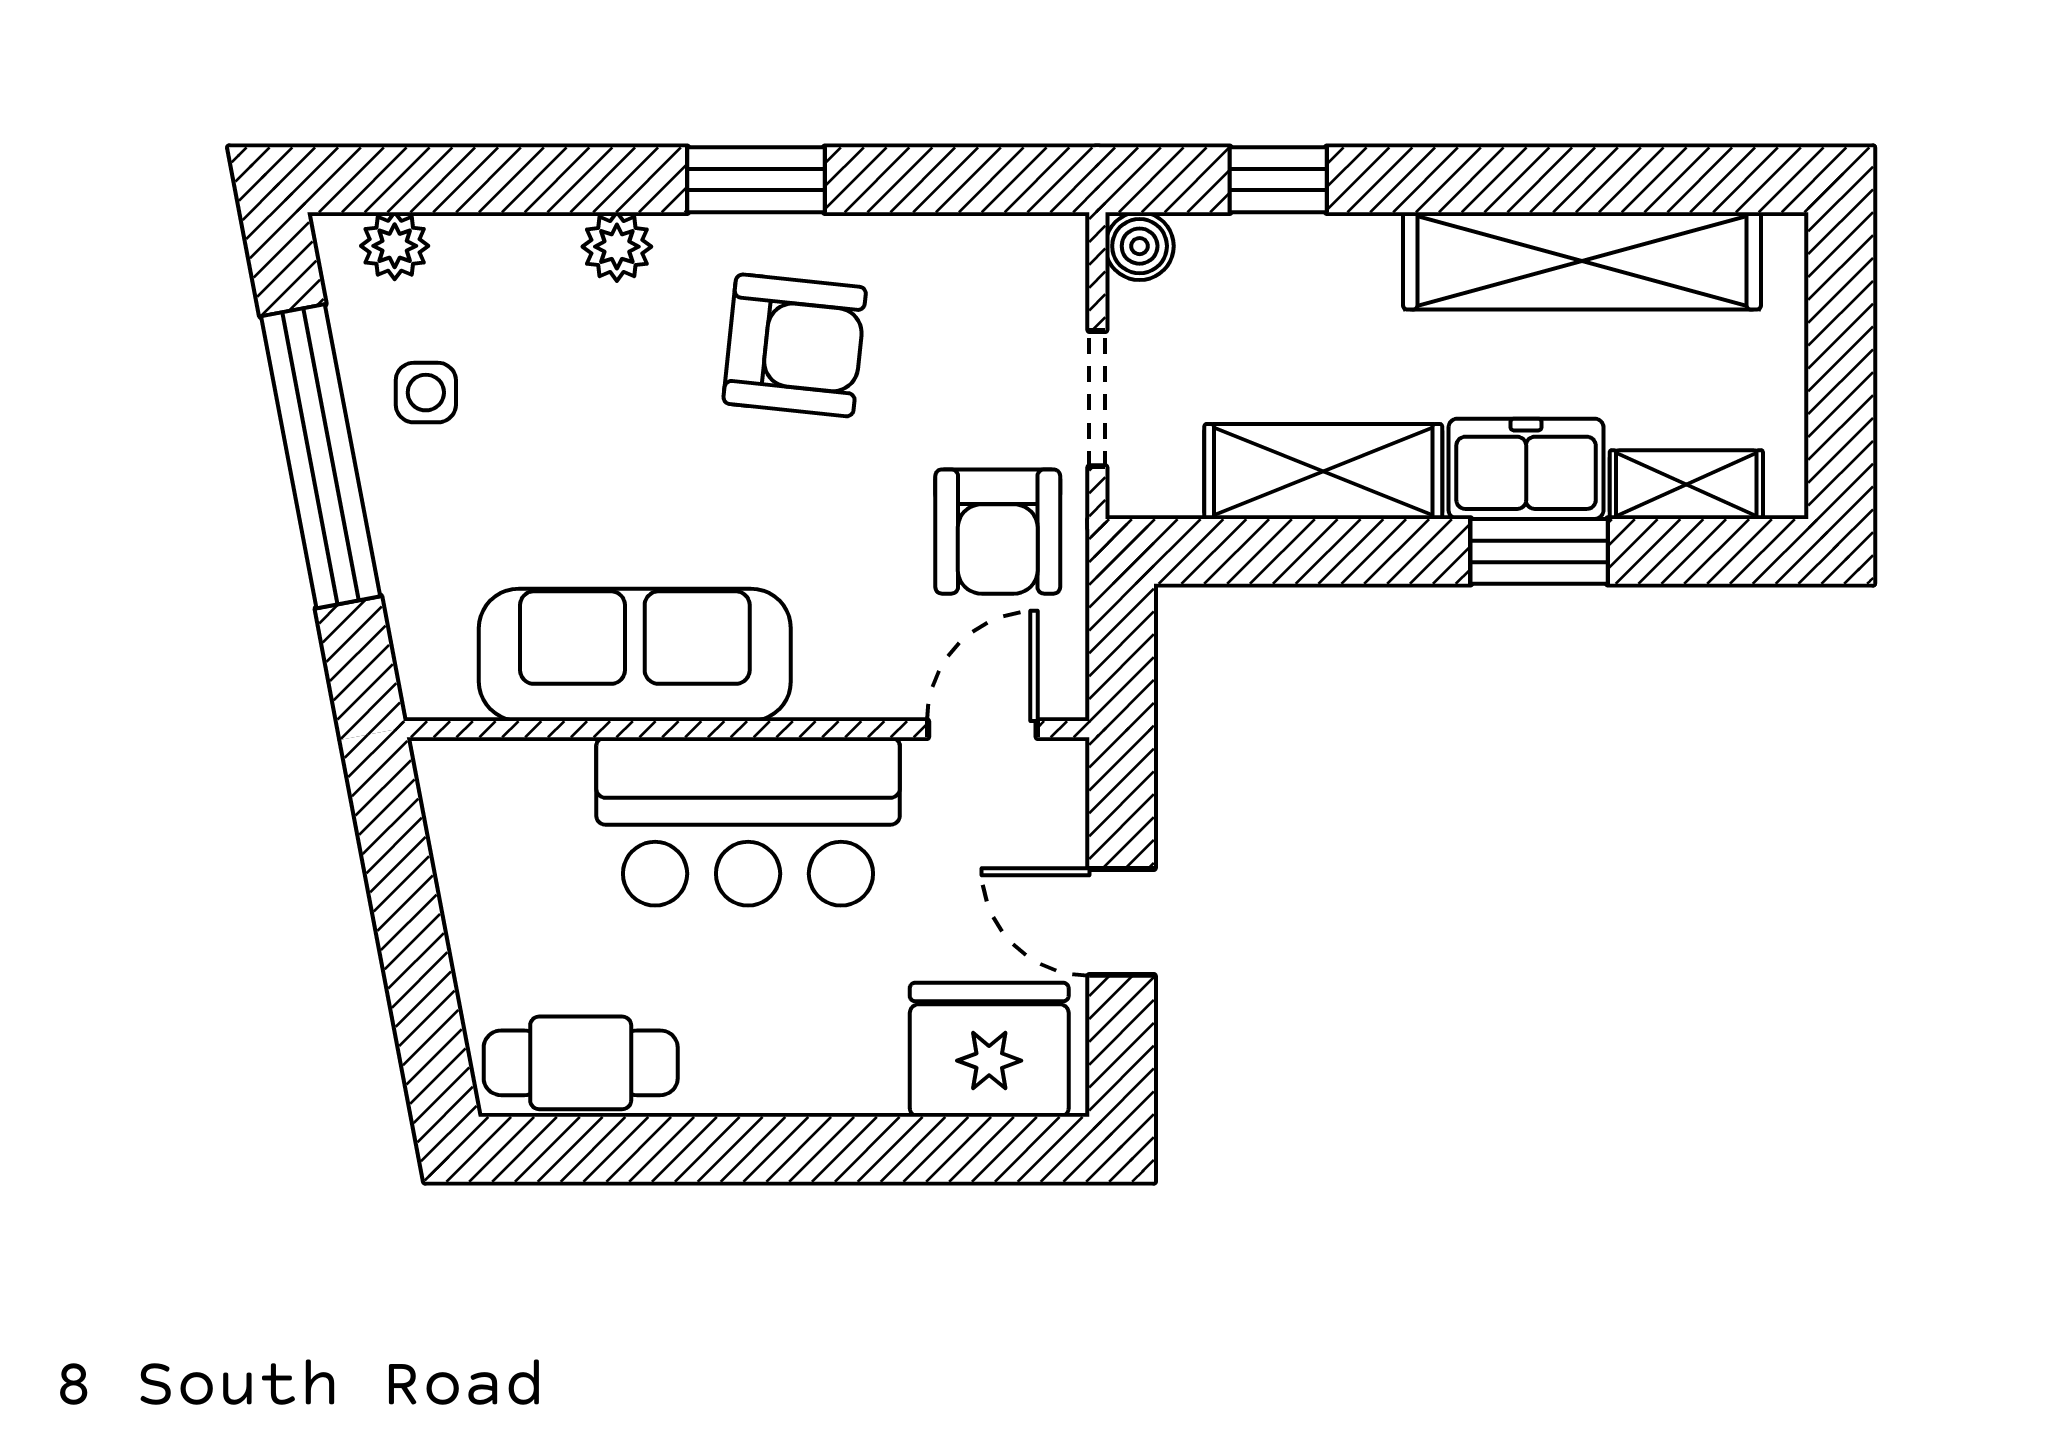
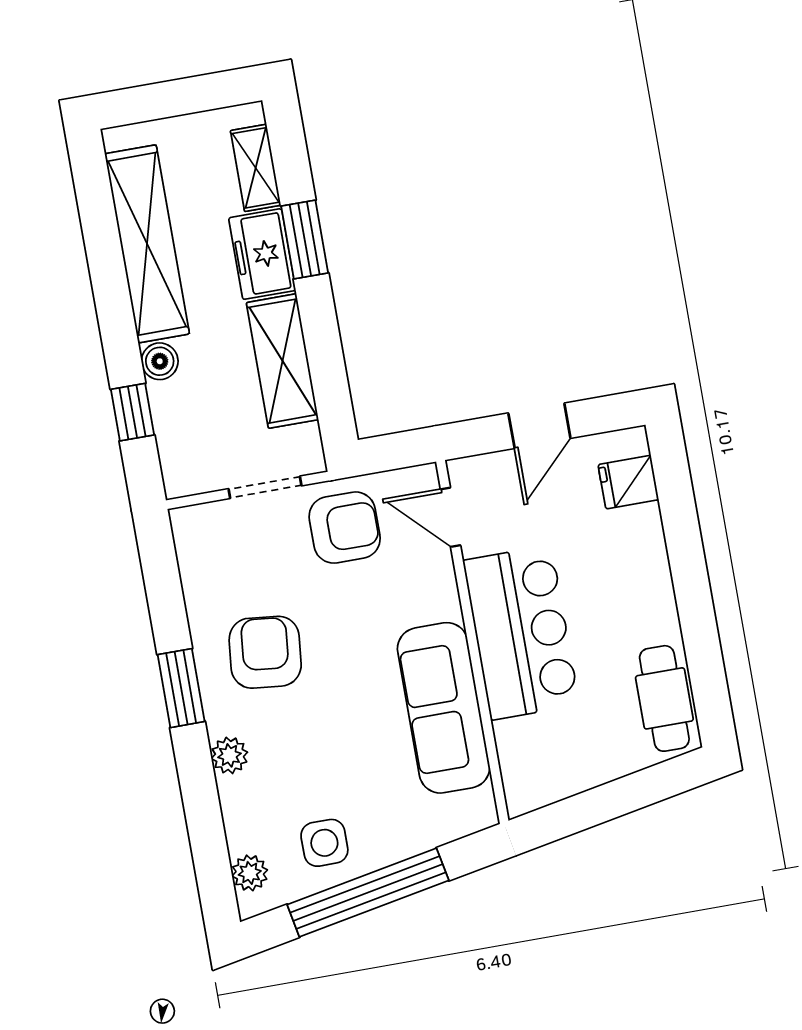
boiler: (1140, 246) -> (160, 361), moved
side table: (426, 393) -> (324, 843), width x1.37, depth x1.37
fridge: (989, 1050) -> (628, 482), width x0.53, depth x0.75

